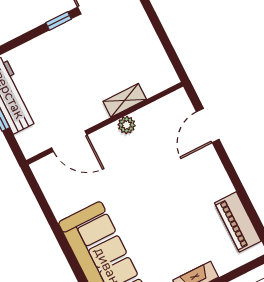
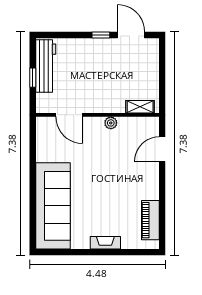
shelving: (125, 100) -> (140, 107), moved

